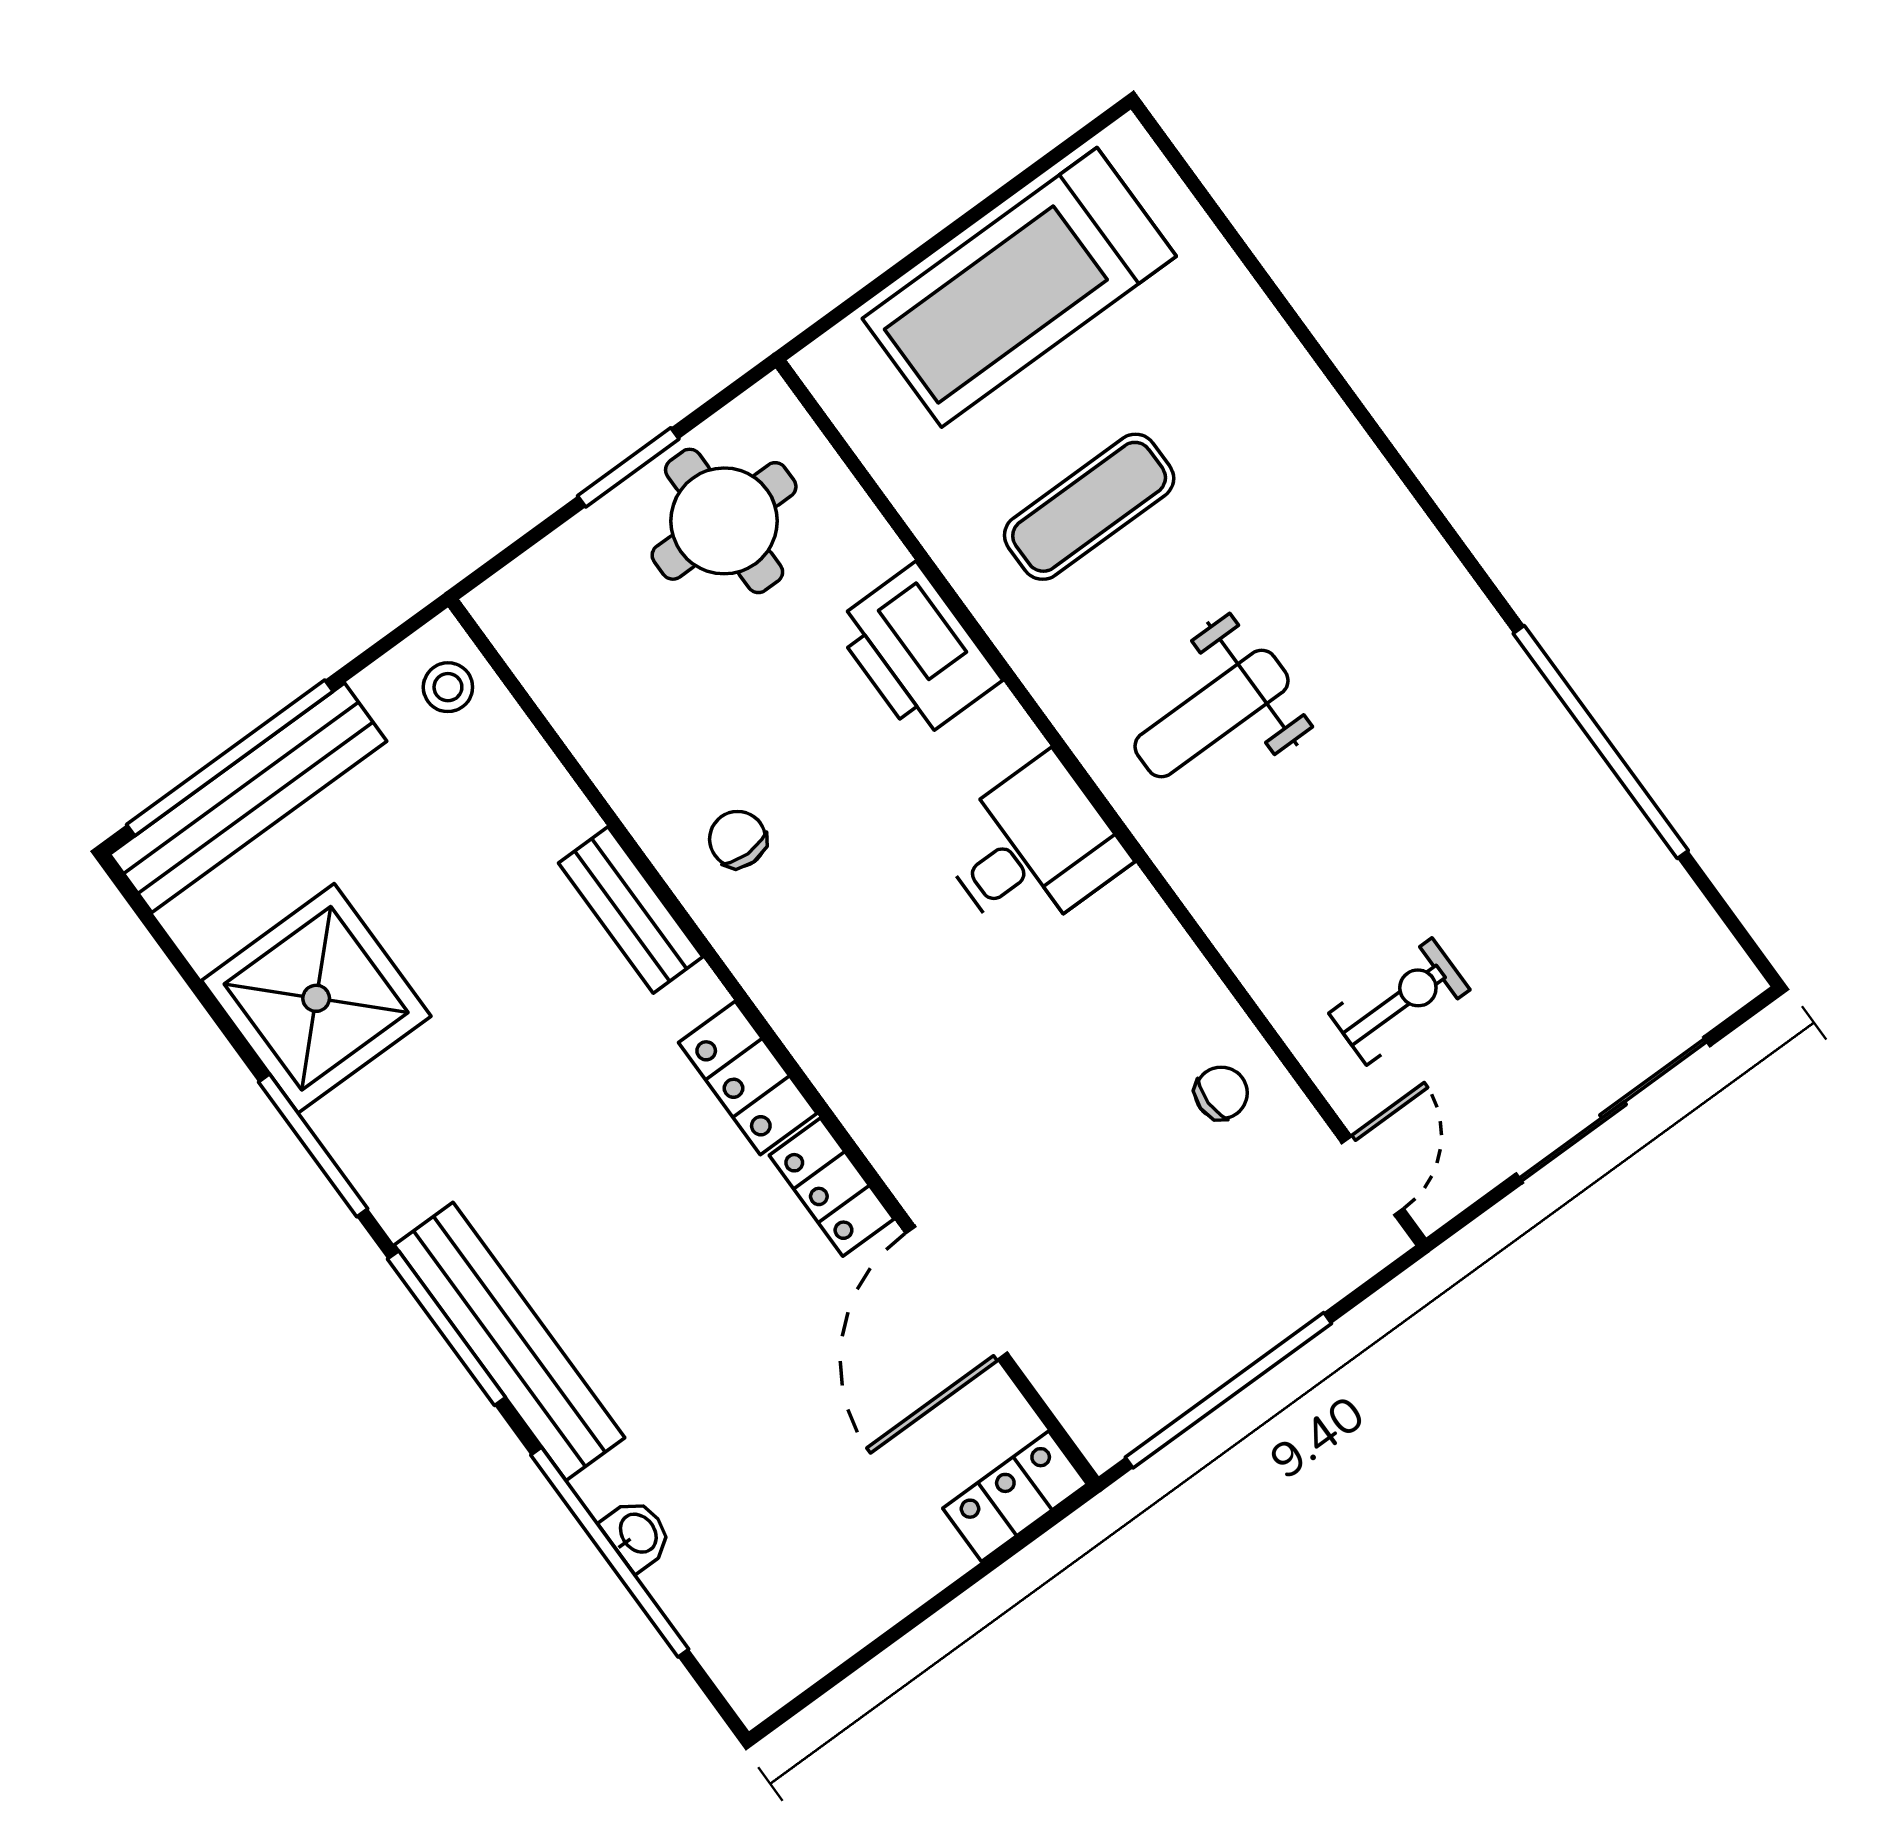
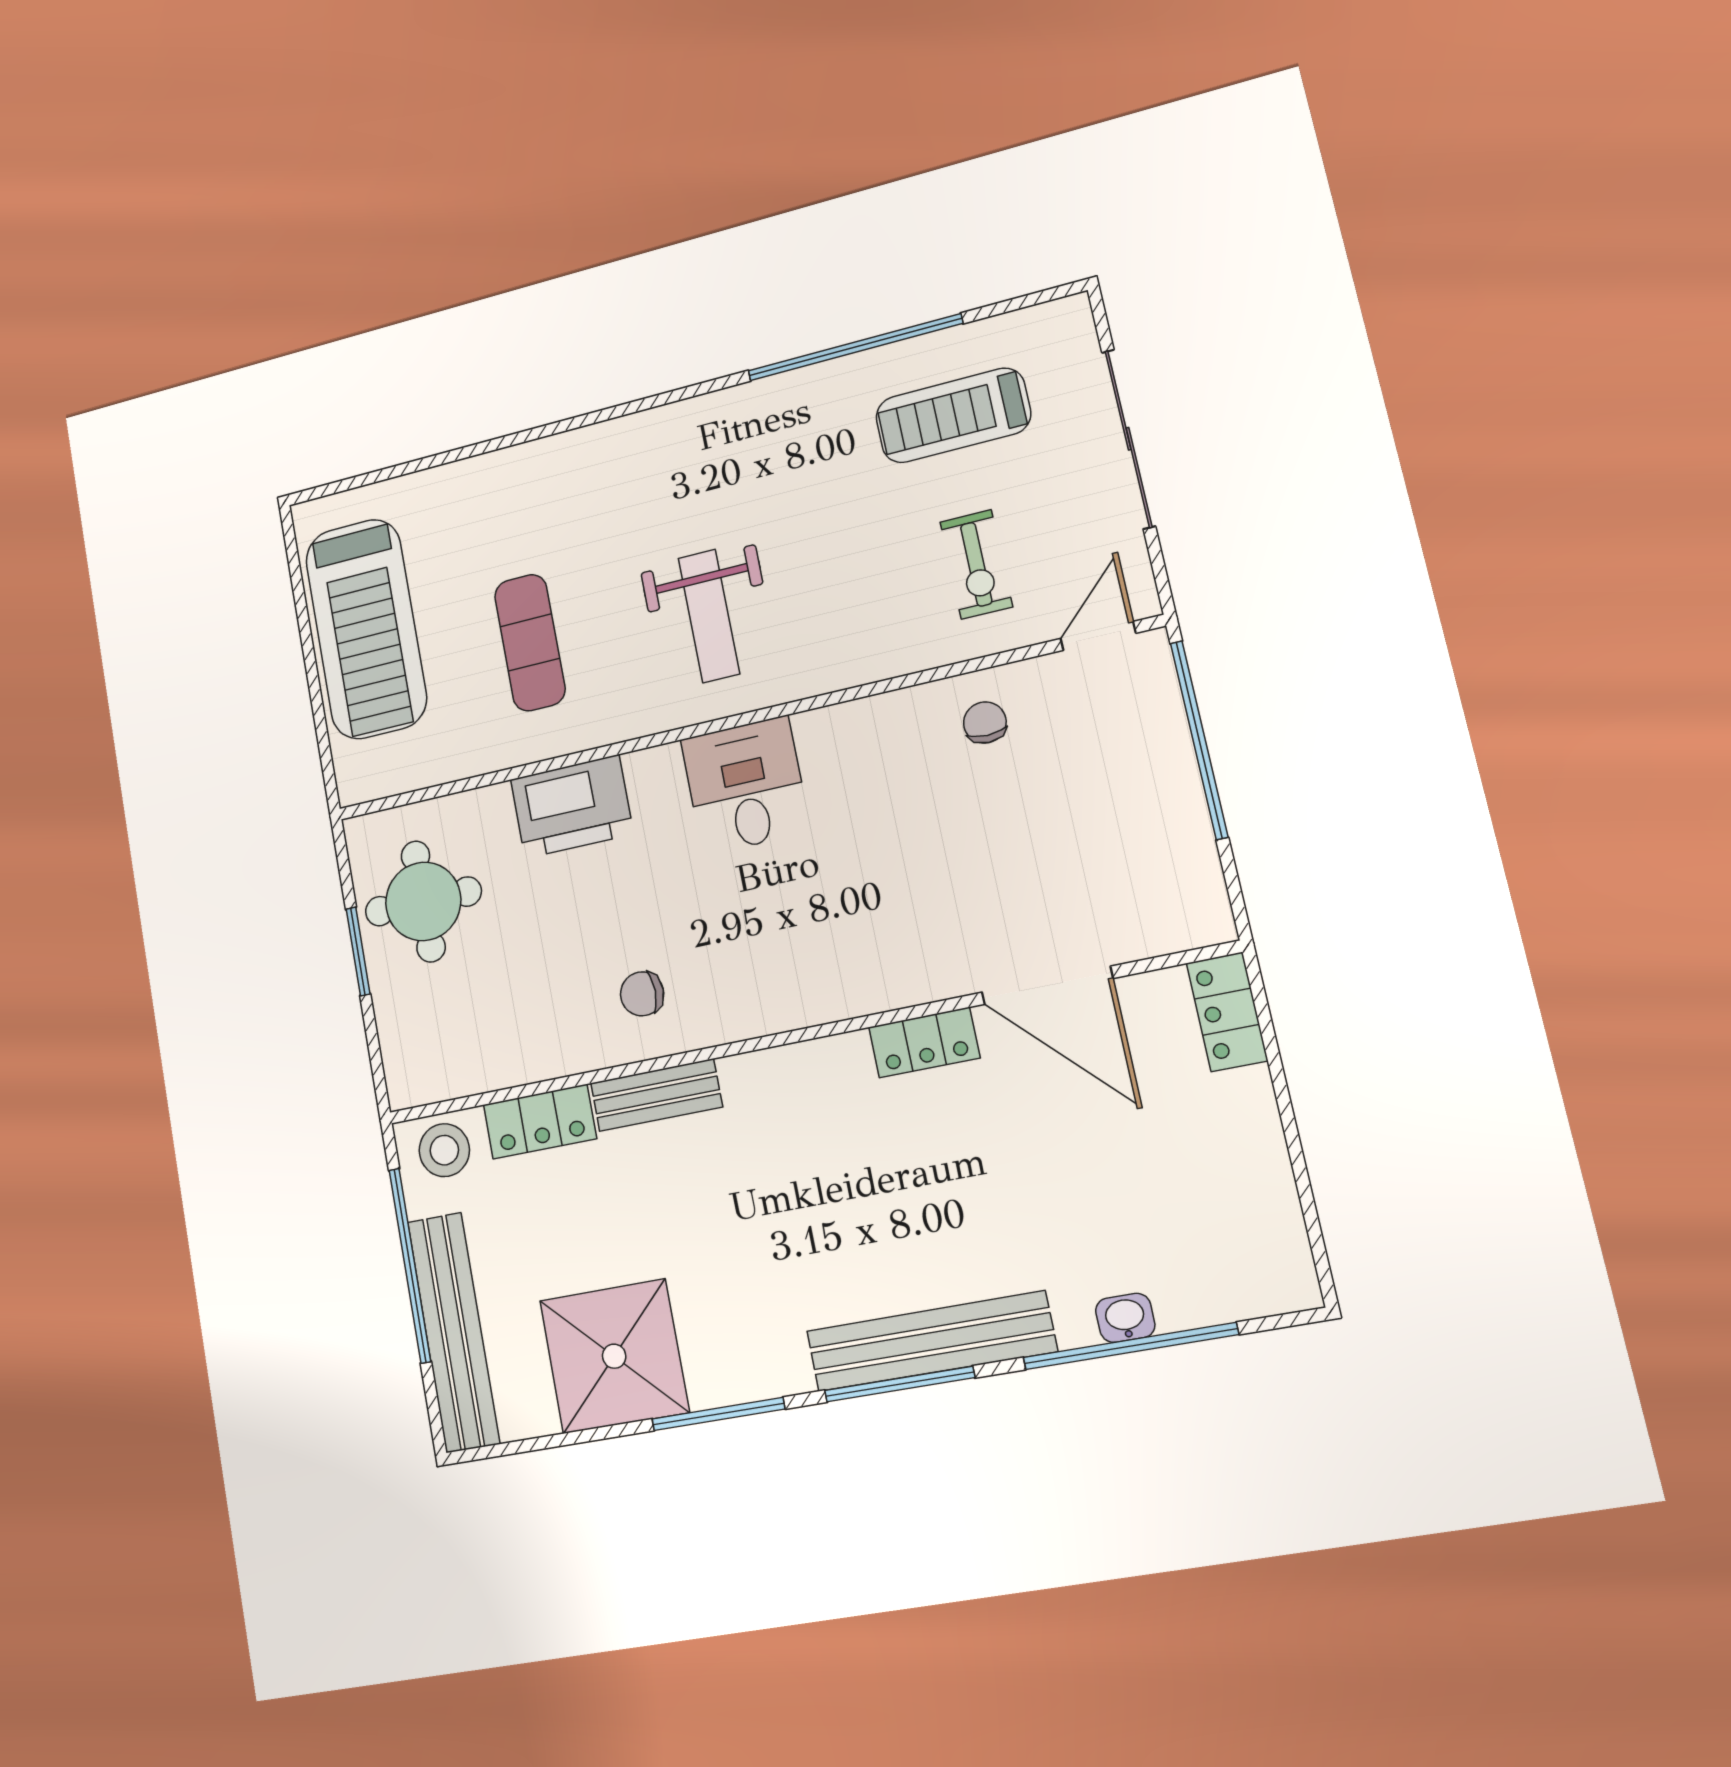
stool: (448, 687) -> (444, 1150), width x1.37, depth x1.37
window: (230, 758) -> (410, 1265), moved
treadmill: (1563, 896) -> (953, 415), added
exercise bike: (1399, 1001) -> (976, 564), turned 180
locker: (748, 1078) -> (540, 1122), moved
door: (1373, 1176) -> (1098, 636), hinge flipped
window: (1228, 1390) -> (1199, 740), moved

